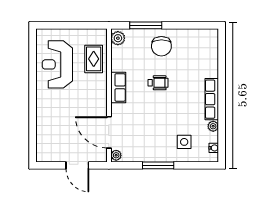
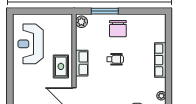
rug: (94, 59) -> (61, 66), moved
row of seats: (212, 99) -> (160, 60), moved

